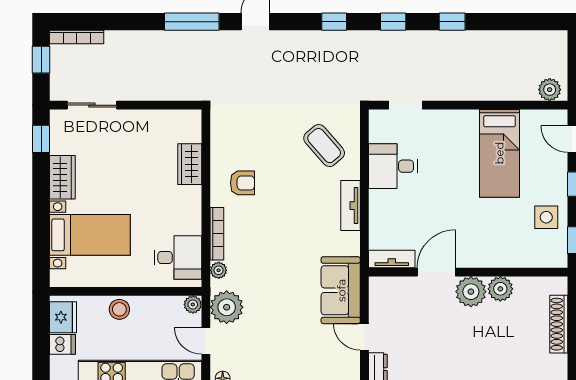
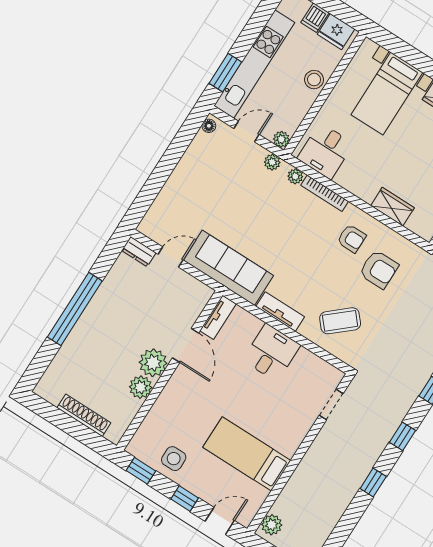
armchair: (255, 140) -> (379, 269), added
desk: (393, 166) -> (271, 353), moved
armchair: (242, 183) -> (352, 239), turned -90
sofa: (341, 290) -> (228, 268), width x1.36
plant: (227, 307) -> (272, 162), width x0.53, depth x0.53

